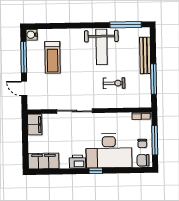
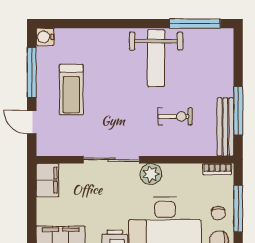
bench: (145, 55) -> (225, 127), moved
treadmill: (53, 57) -> (71, 90), moved
plant: (100, 120) -> (151, 174), added

